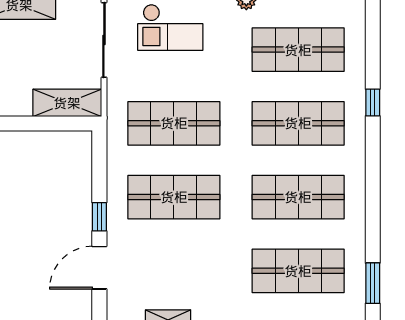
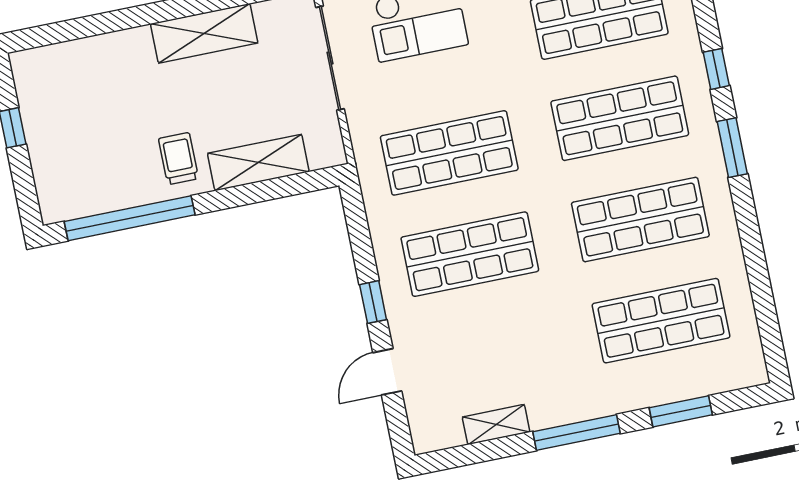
shelving: (67, 103) -> (258, 163), moved
door: (99, 268) -> (387, 372), width x0.73
window: (373, 283) -> (732, 148), moved

